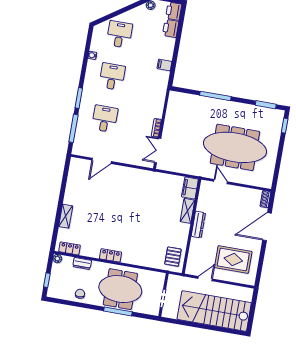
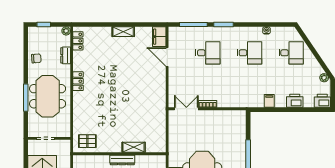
printer: (171, 28) -> (295, 101), moved
filing cabinet: (190, 188) -> (159, 37), moved, turned -90
shelving: (66, 216) -> (123, 32), moved

